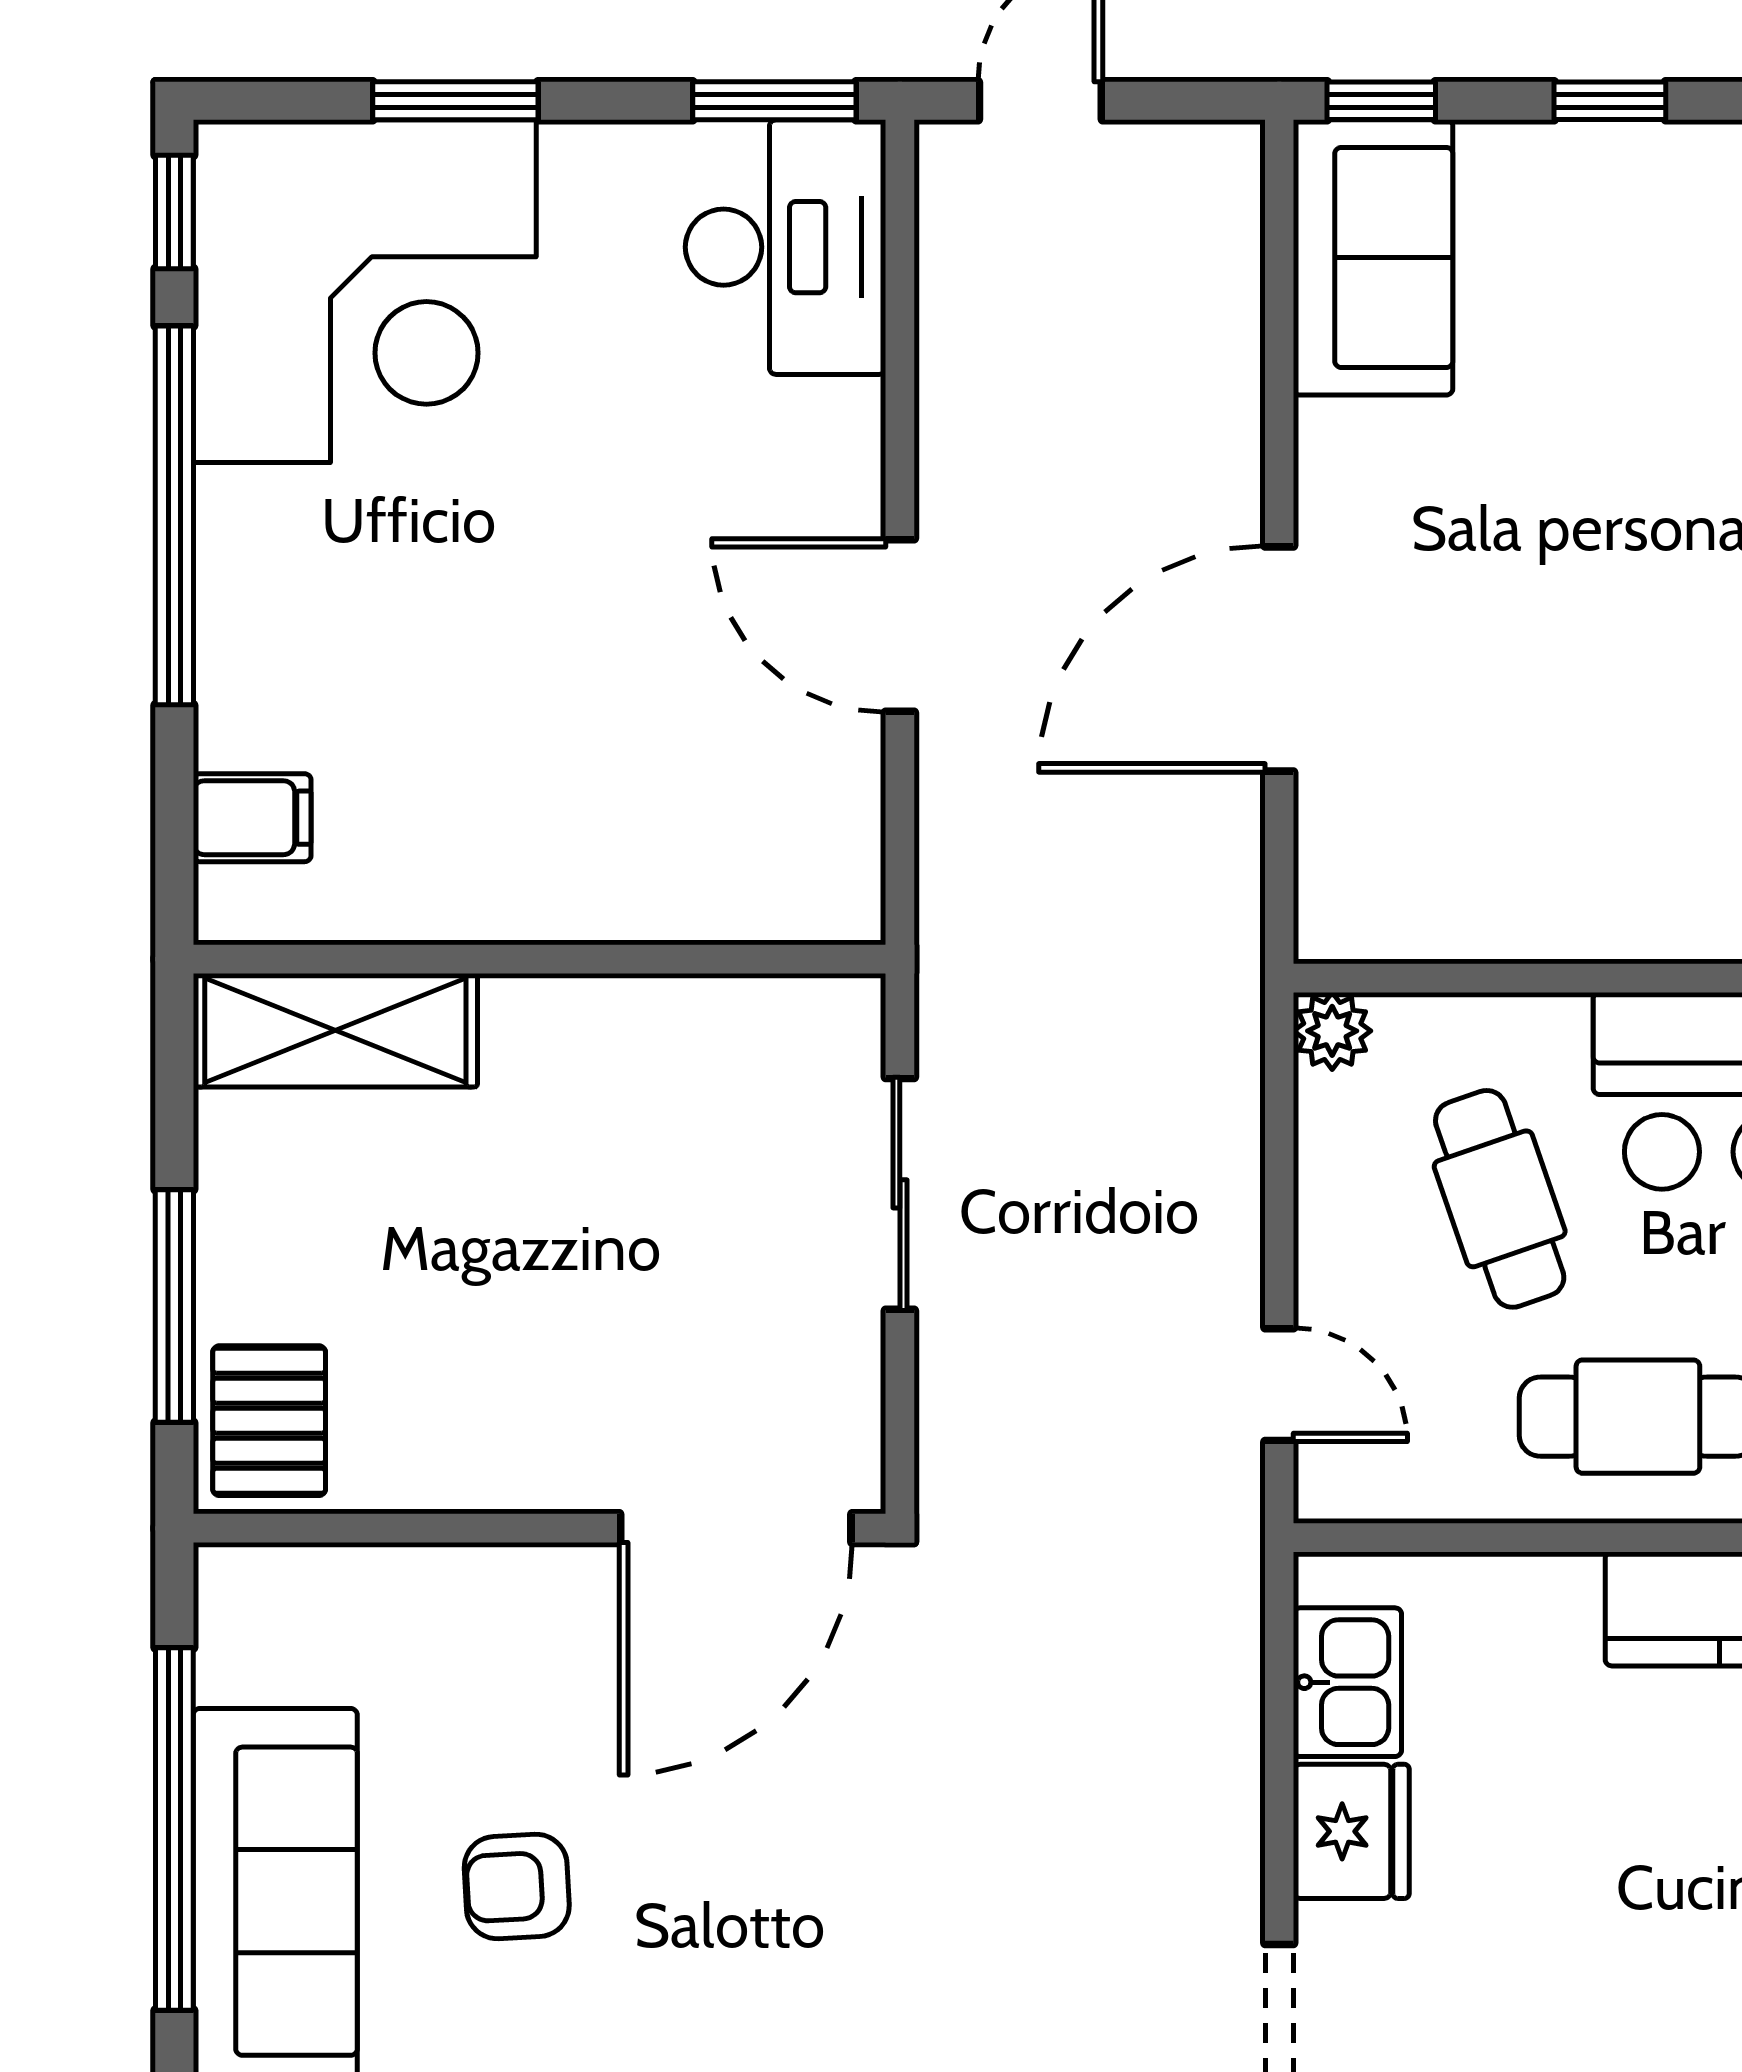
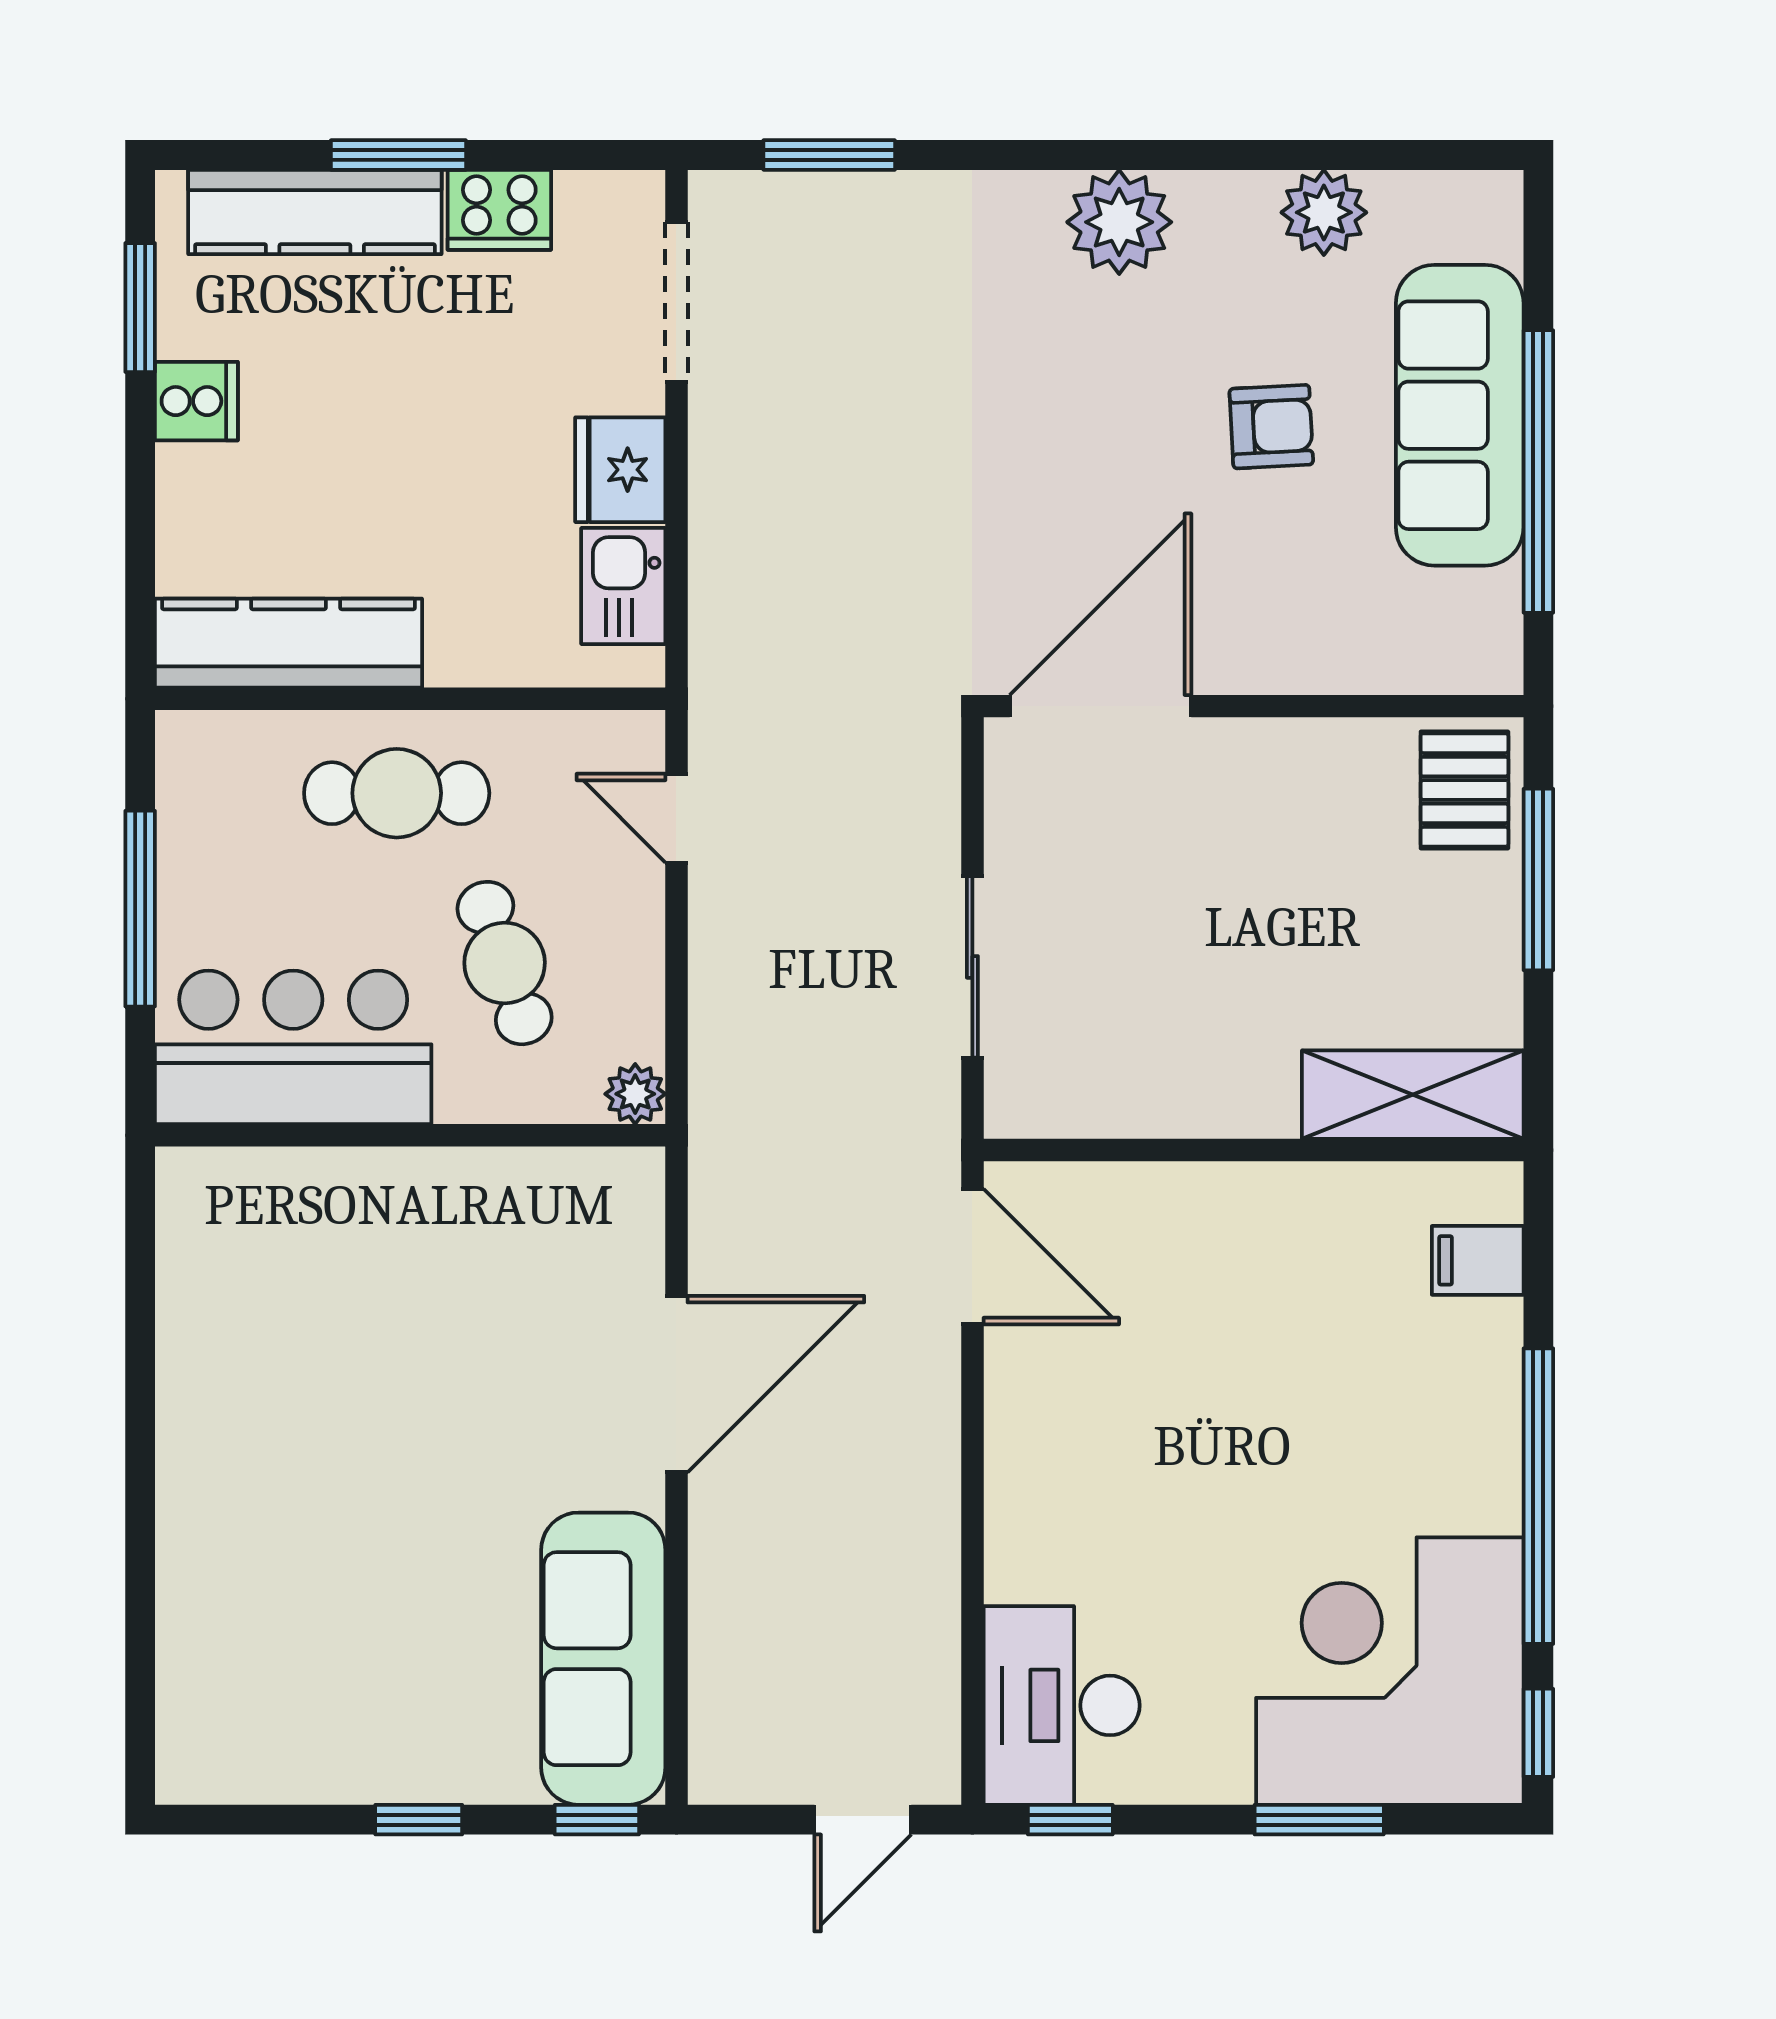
window: (774, 101) -> (1070, 1820), width x0.67
sofa: (1373, 257) -> (603, 1659), width x1.36
door: (900, 625) -> (972, 1257), moved

